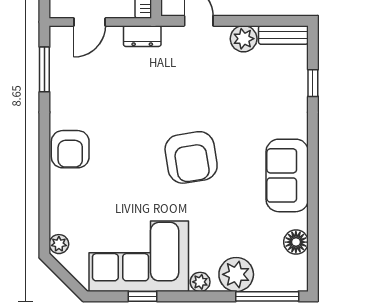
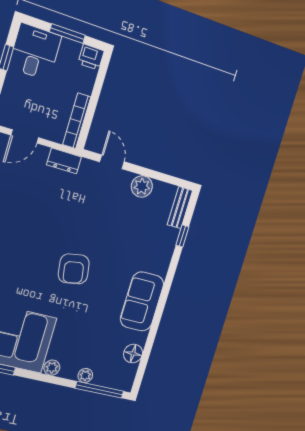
bench: (283, 35) -> (180, 208), moved, turned 90
armchair: (191, 157) -> (74, 269), width x0.73, depth x0.73
plant: (236, 274) -> (85, 375), width x0.53, depth x0.53

